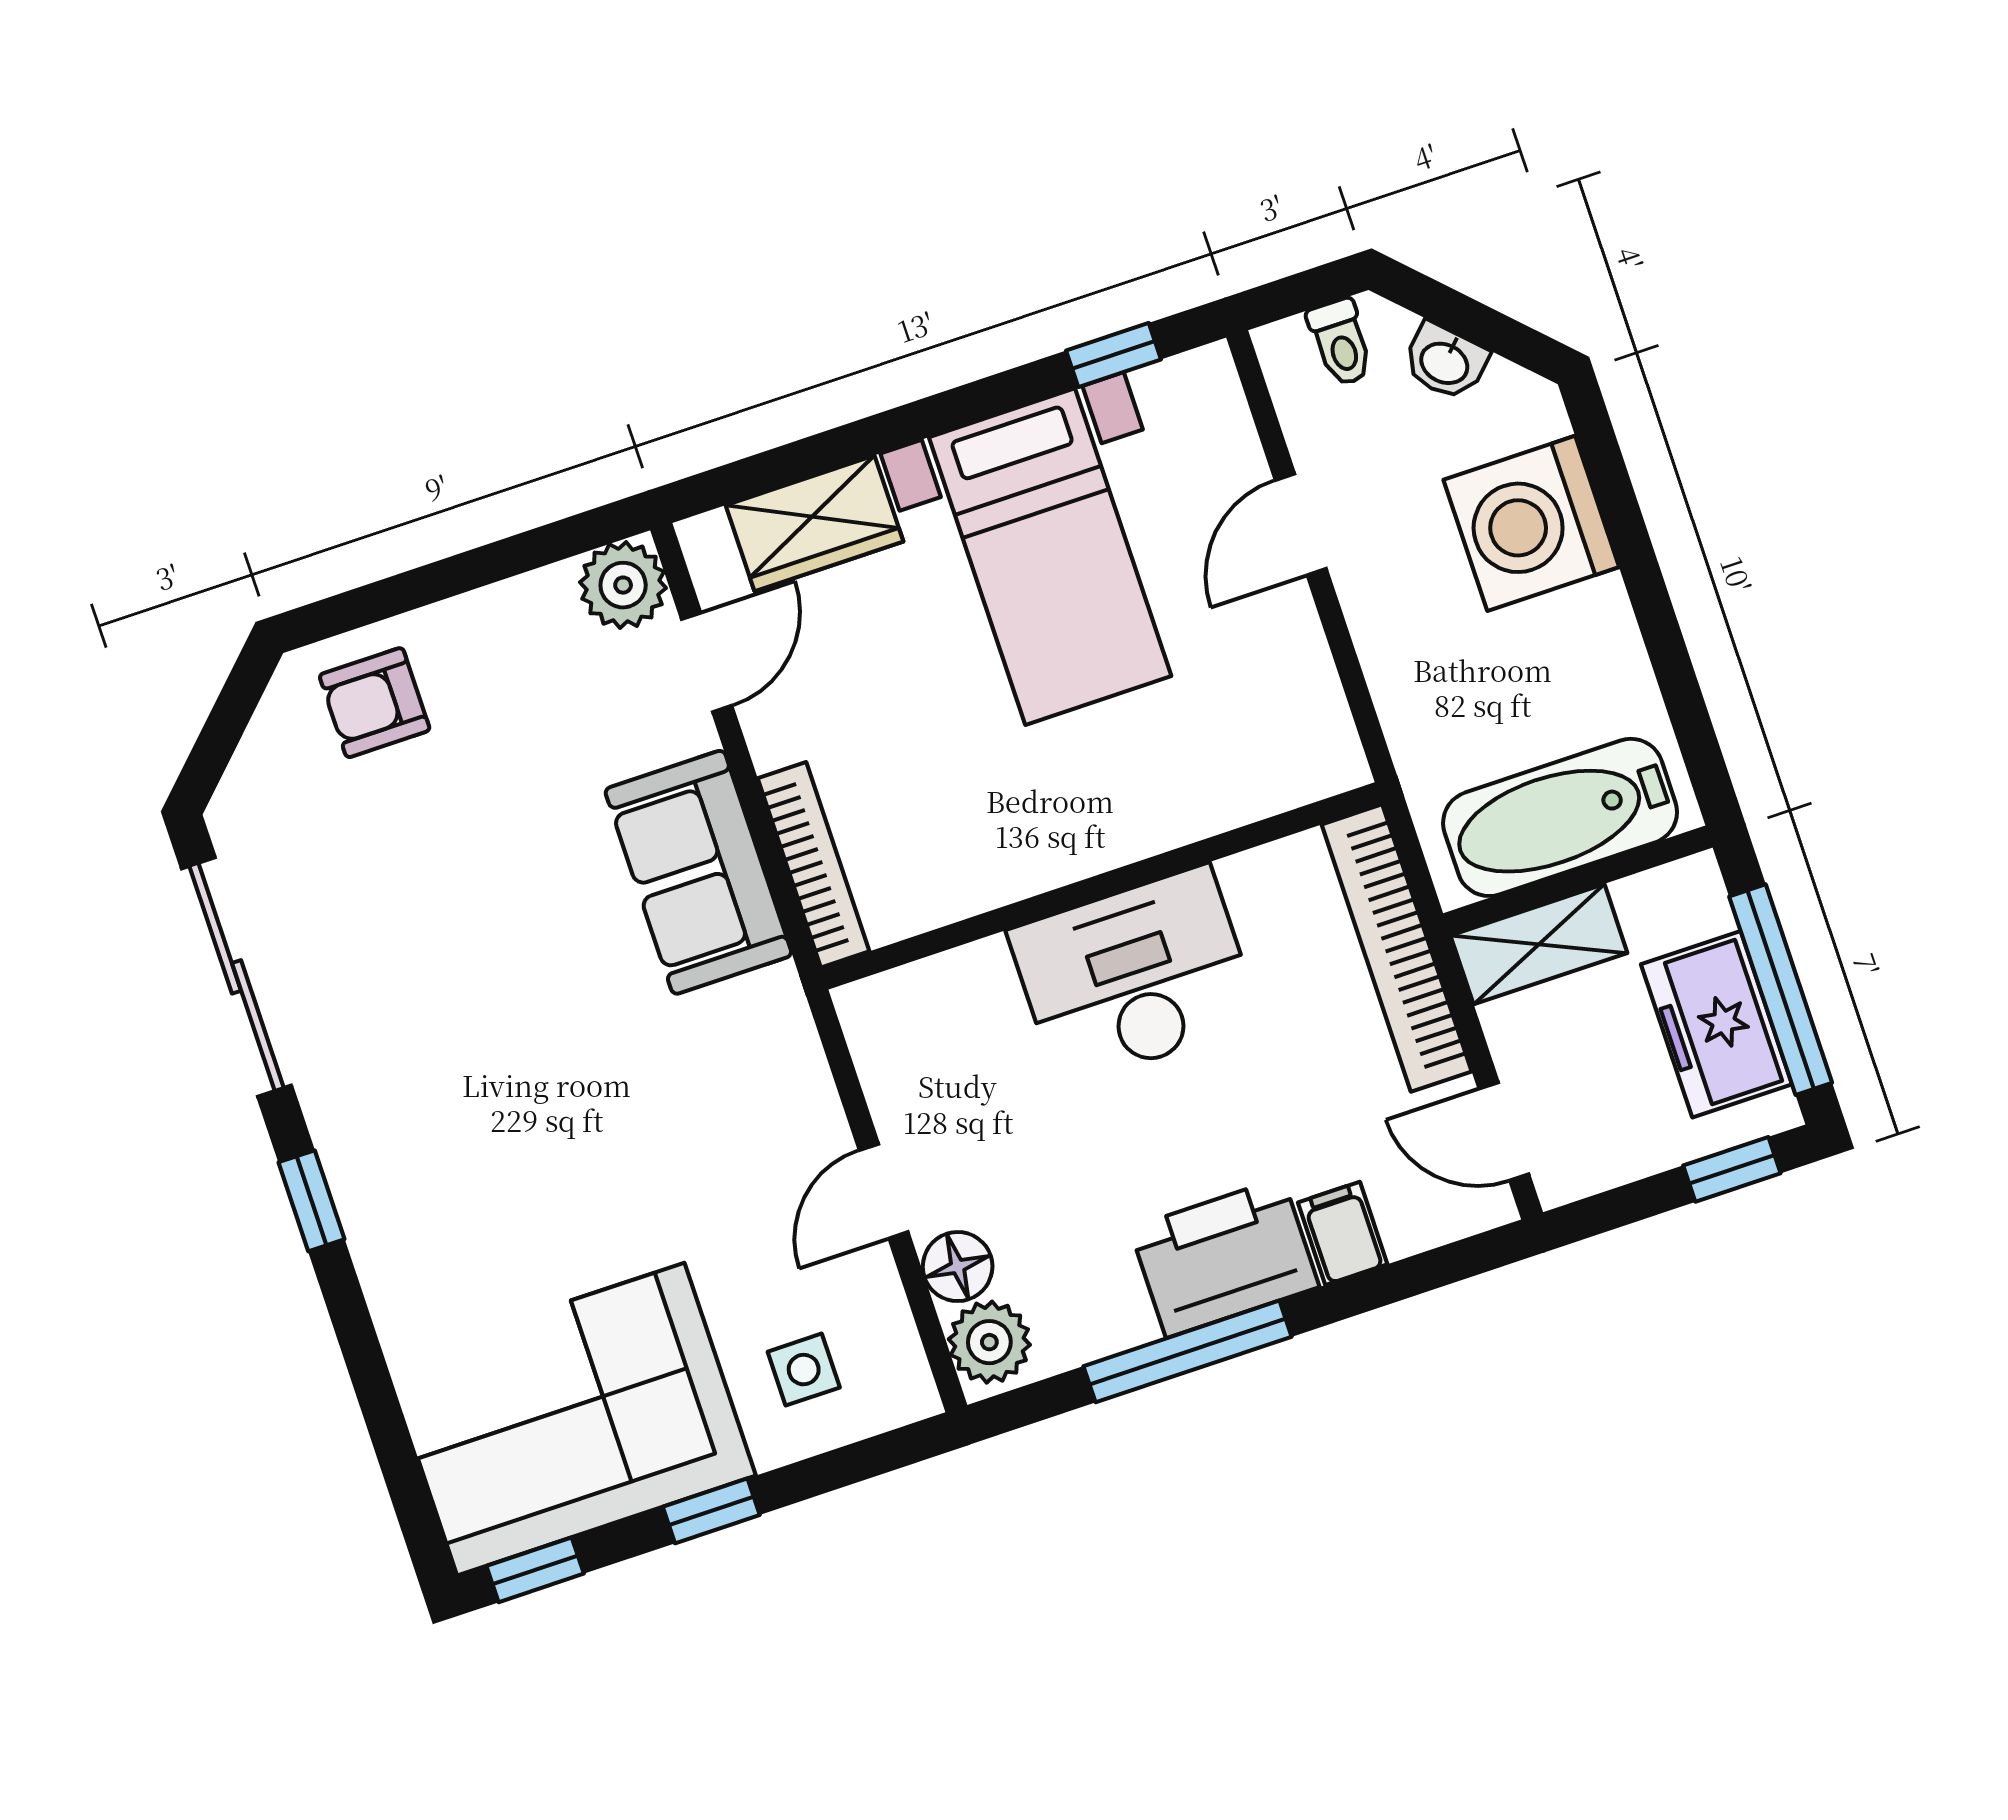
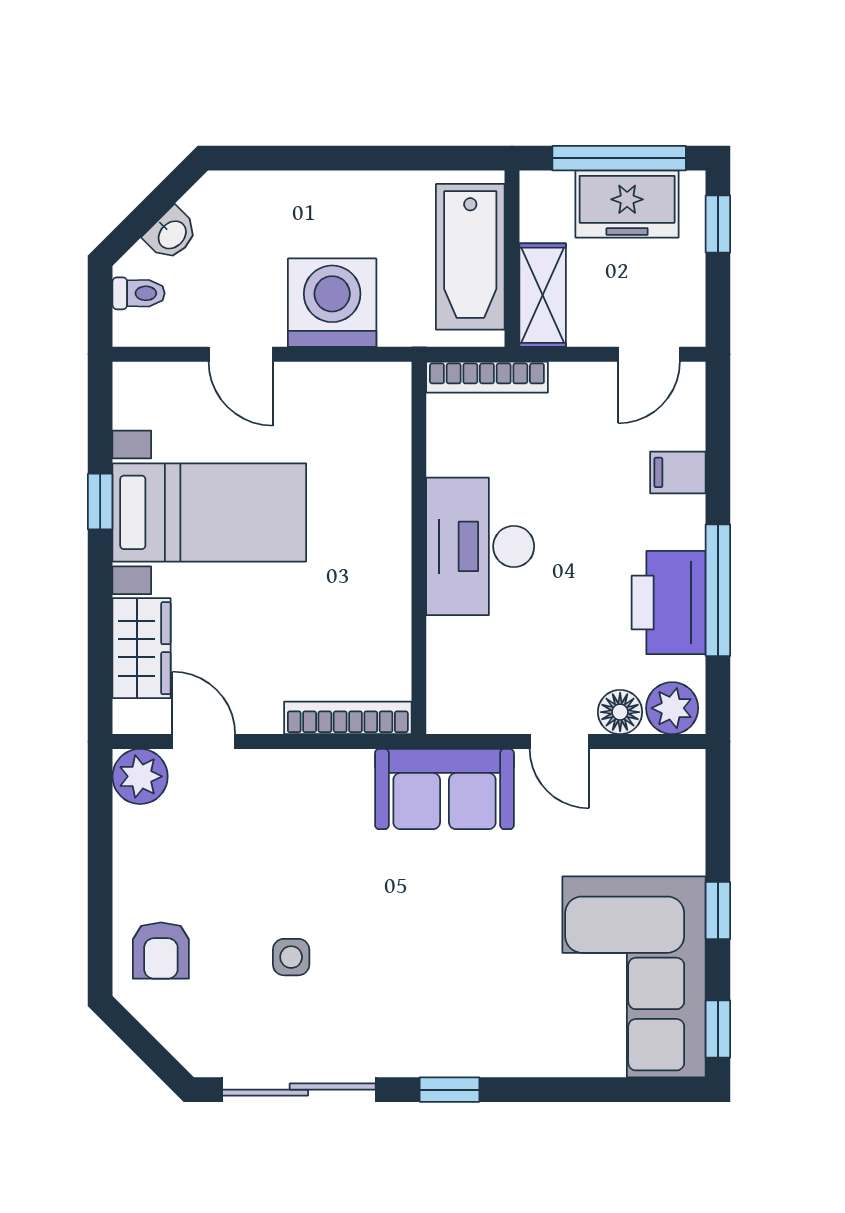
window: (1113, 355) -> (100, 502), moved
washing machine: (1531, 523) -> (332, 303), moved, turned 180
sofa: (698, 872) -> (444, 789), moved
bookcase: (1397, 948) -> (487, 377), width x0.68, depth x0.76
printer: (1224, 1258) -> (669, 603), moved
side table: (804, 1370) -> (291, 957), moved

